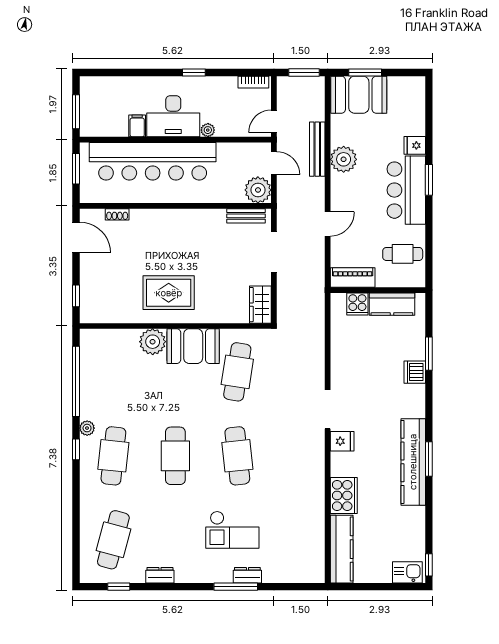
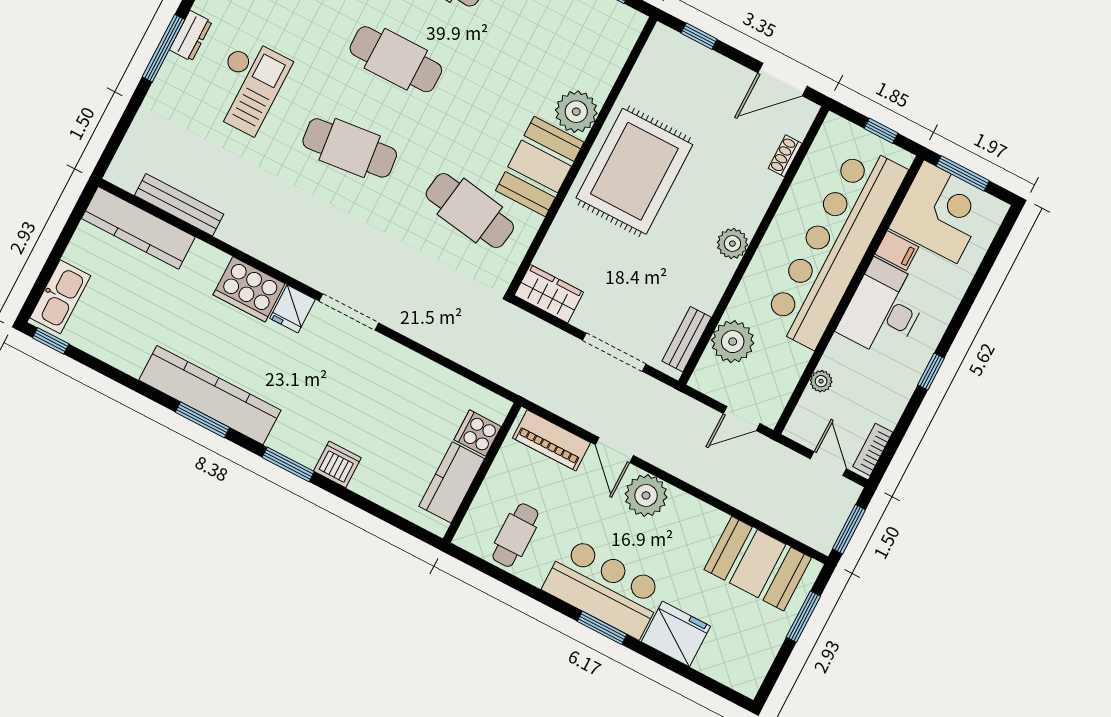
booth: (359, 95) -> (758, 564), moved, turned 90
corner desk: (103, 113) -> (940, 212), added
door: (274, 121) -> (828, 464), moved
plant: (208, 130) -> (821, 381), moved
fridge: (415, 145) -> (676, 634), width x1.88, depth x1.34
bench: (317, 149) -> (179, 205), moved
plant: (344, 159) -> (646, 495), moved
window: (76, 169) -> (881, 131), width x0.67
plant: (258, 190) -> (733, 342), moved
plant: (180, 218) -> (732, 244), added
piano: (353, 277) -> (552, 440), moved, turned 90
rug: (169, 293) -> (634, 171), width x1.37, depth x1.44
window: (429, 354) -> (288, 465), moved
cooker: (344, 495) -> (249, 289), moved
checkout: (232, 530) -> (247, 86), turned 180
kitchen sink: (407, 572) -> (60, 297), width x1.38
dresser: (247, 575) -> (191, 36), moved

